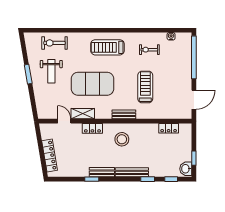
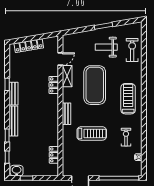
stool: (122, 139) -> (44, 112), removed

